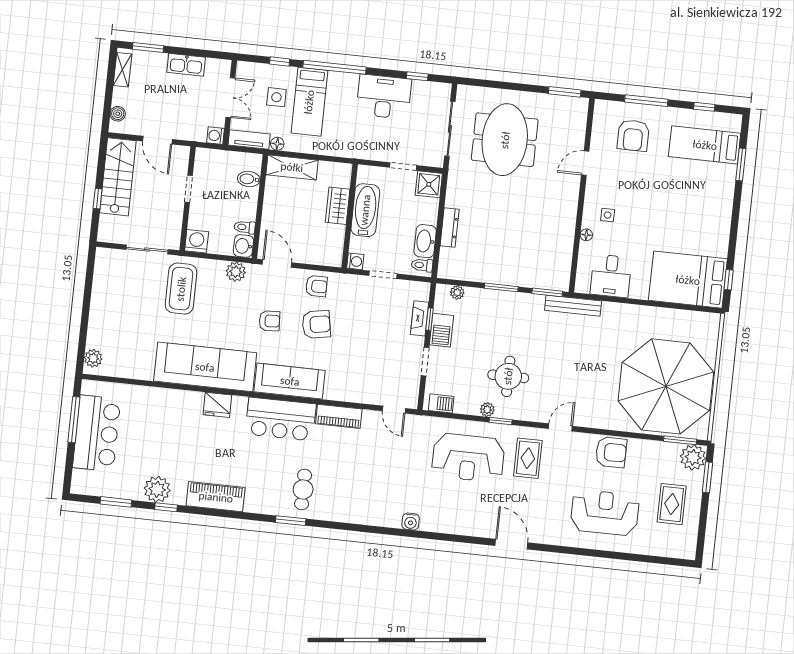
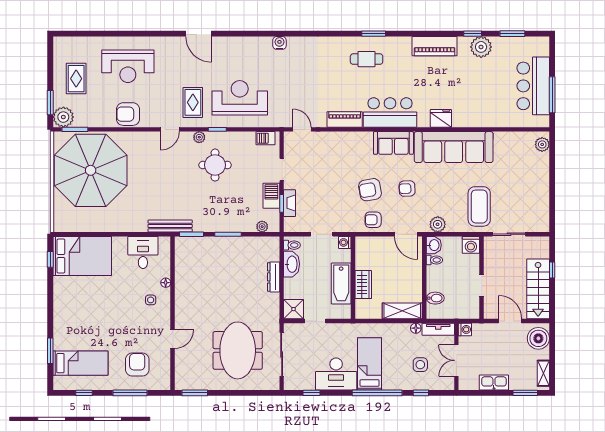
bed: (309, 102) -> (370, 364), moved
boiler: (118, 114) -> (538, 338), width x1.86, depth x1.86
sofa: (290, 381) -> (393, 143), width x0.73
plant: (487, 410) -> (199, 137), moved
cafe table: (303, 489) -> (367, 59), turned 90

